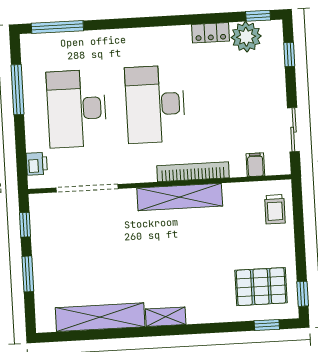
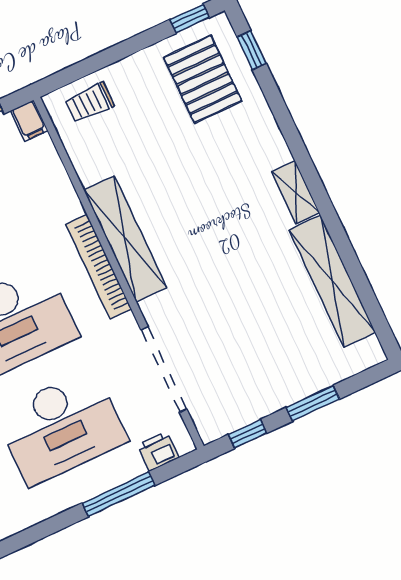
window: (17, 90) -> (119, 494), moved
filing cabinet: (255, 165) -> (29, 121), moved, turned -90
bookcase: (193, 172) -> (99, 267), moved
trolley: (275, 209) -> (90, 103), turned 180

